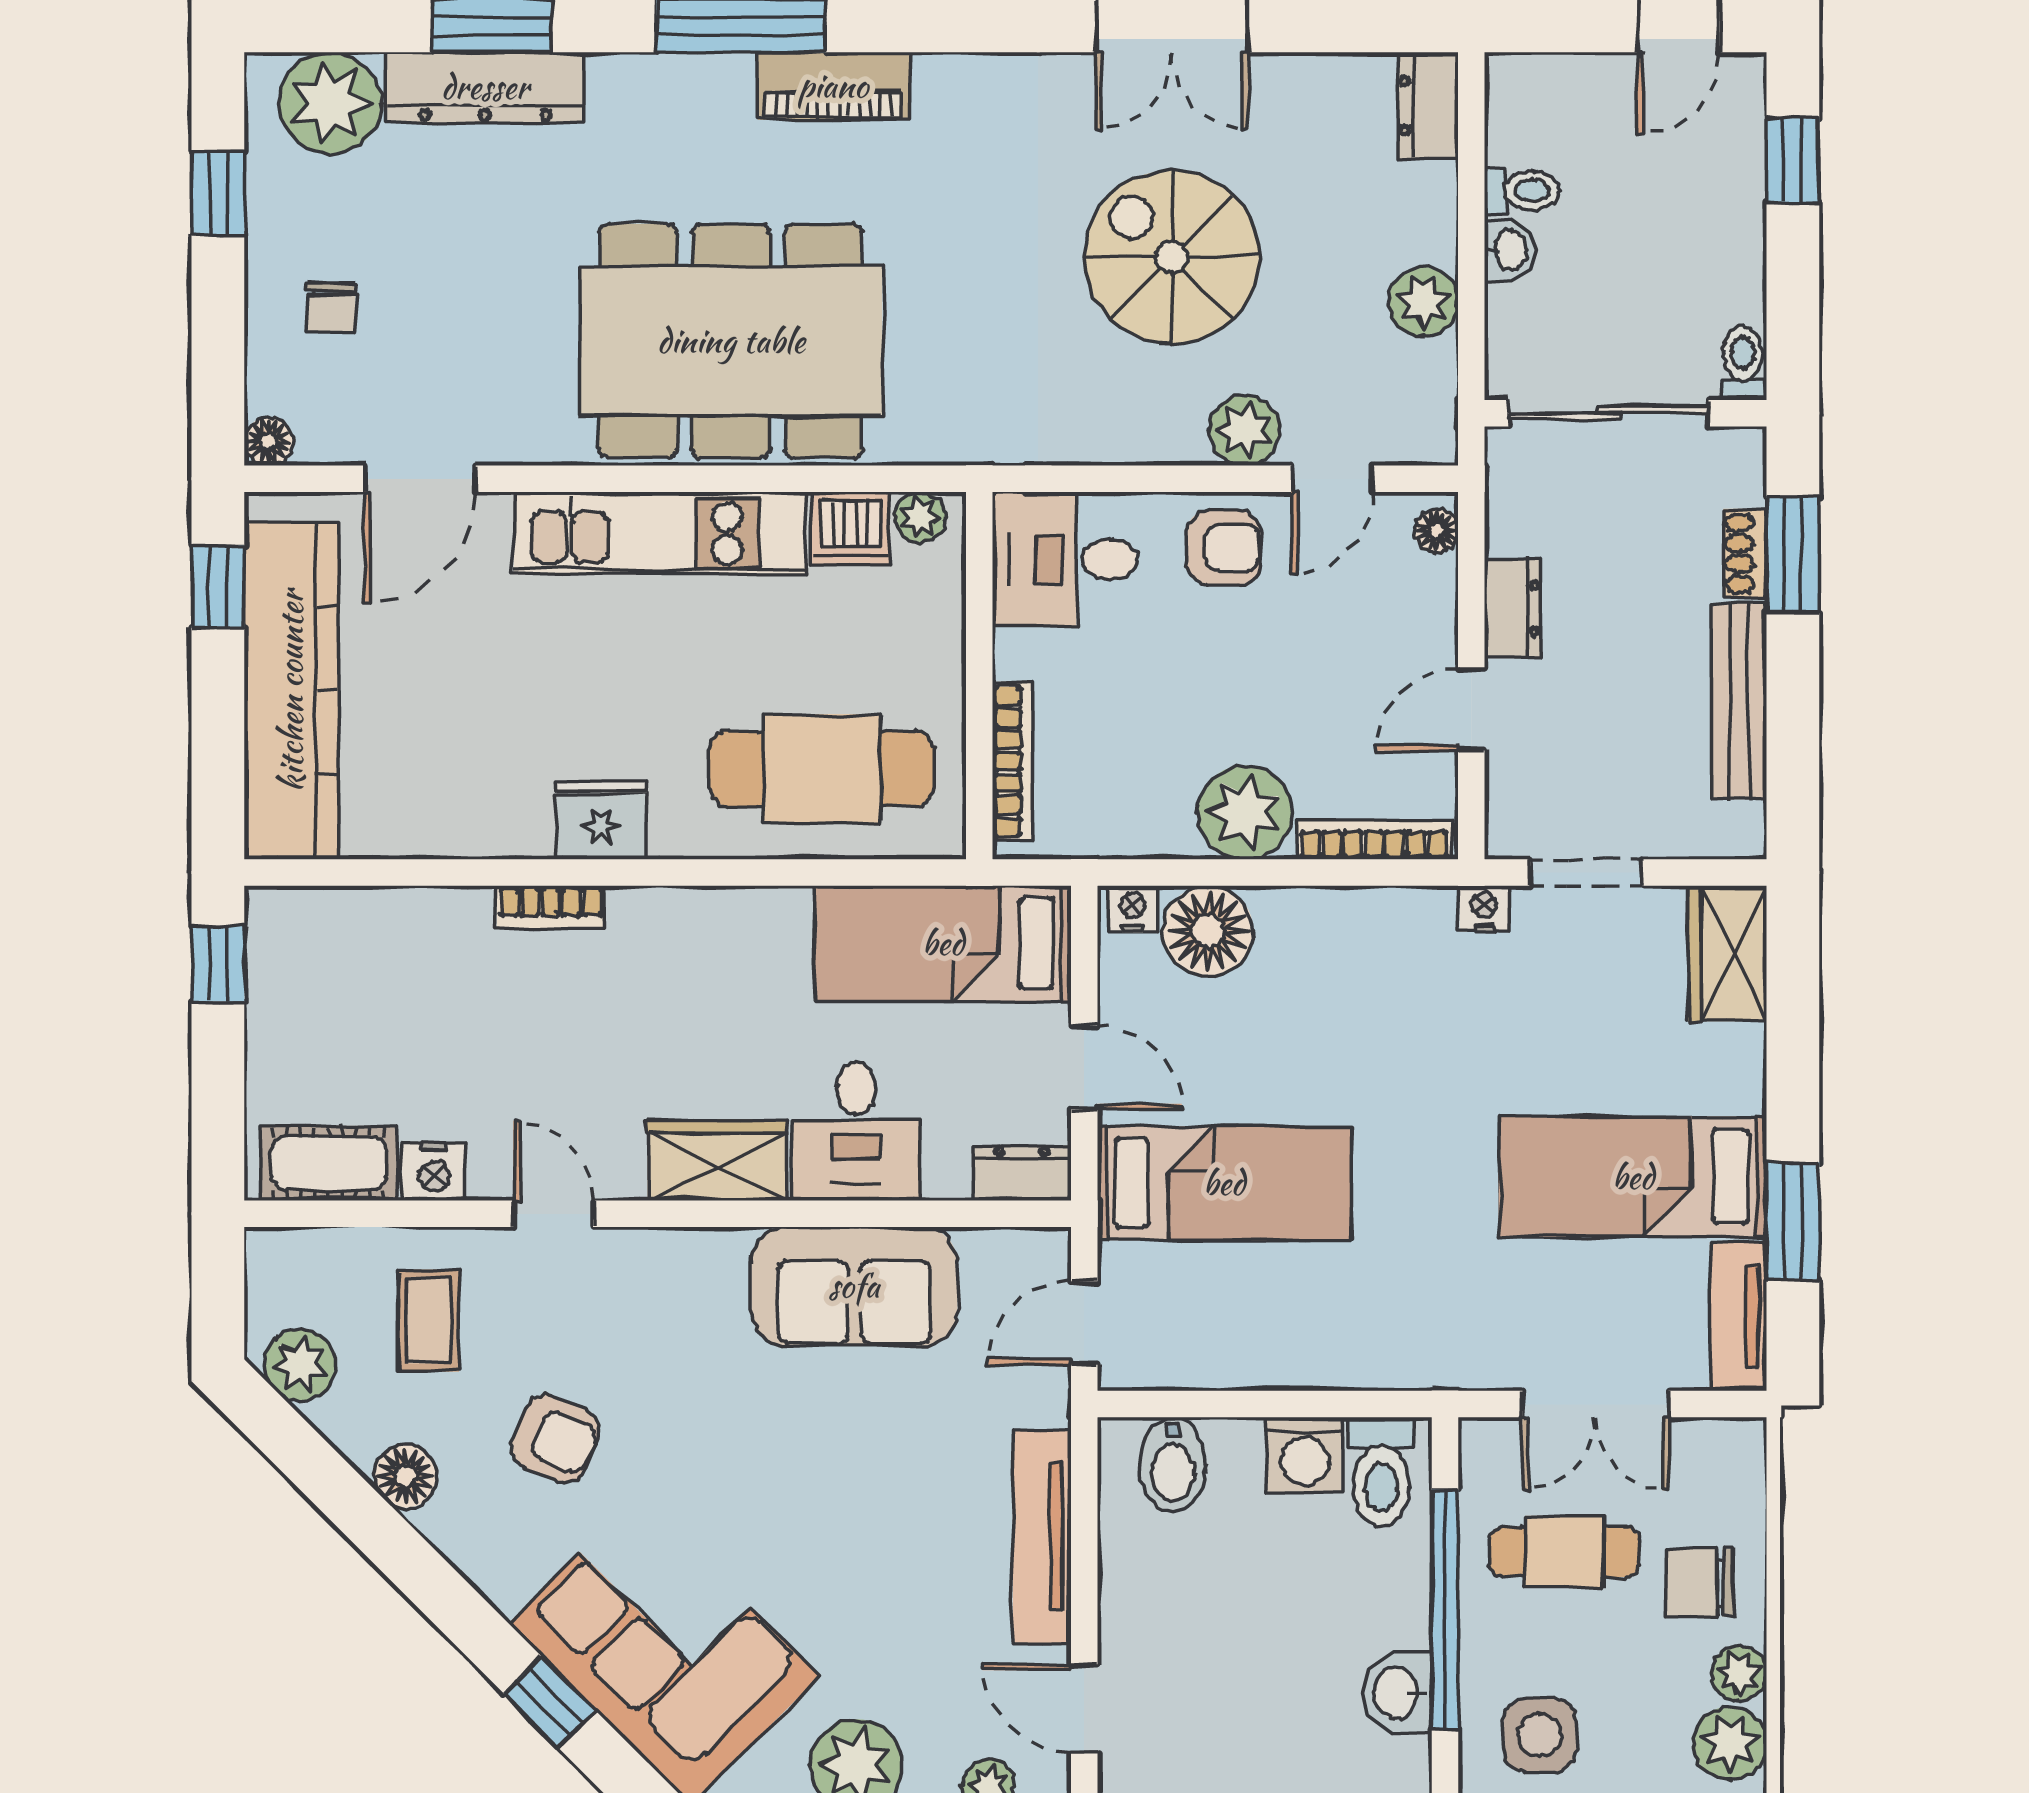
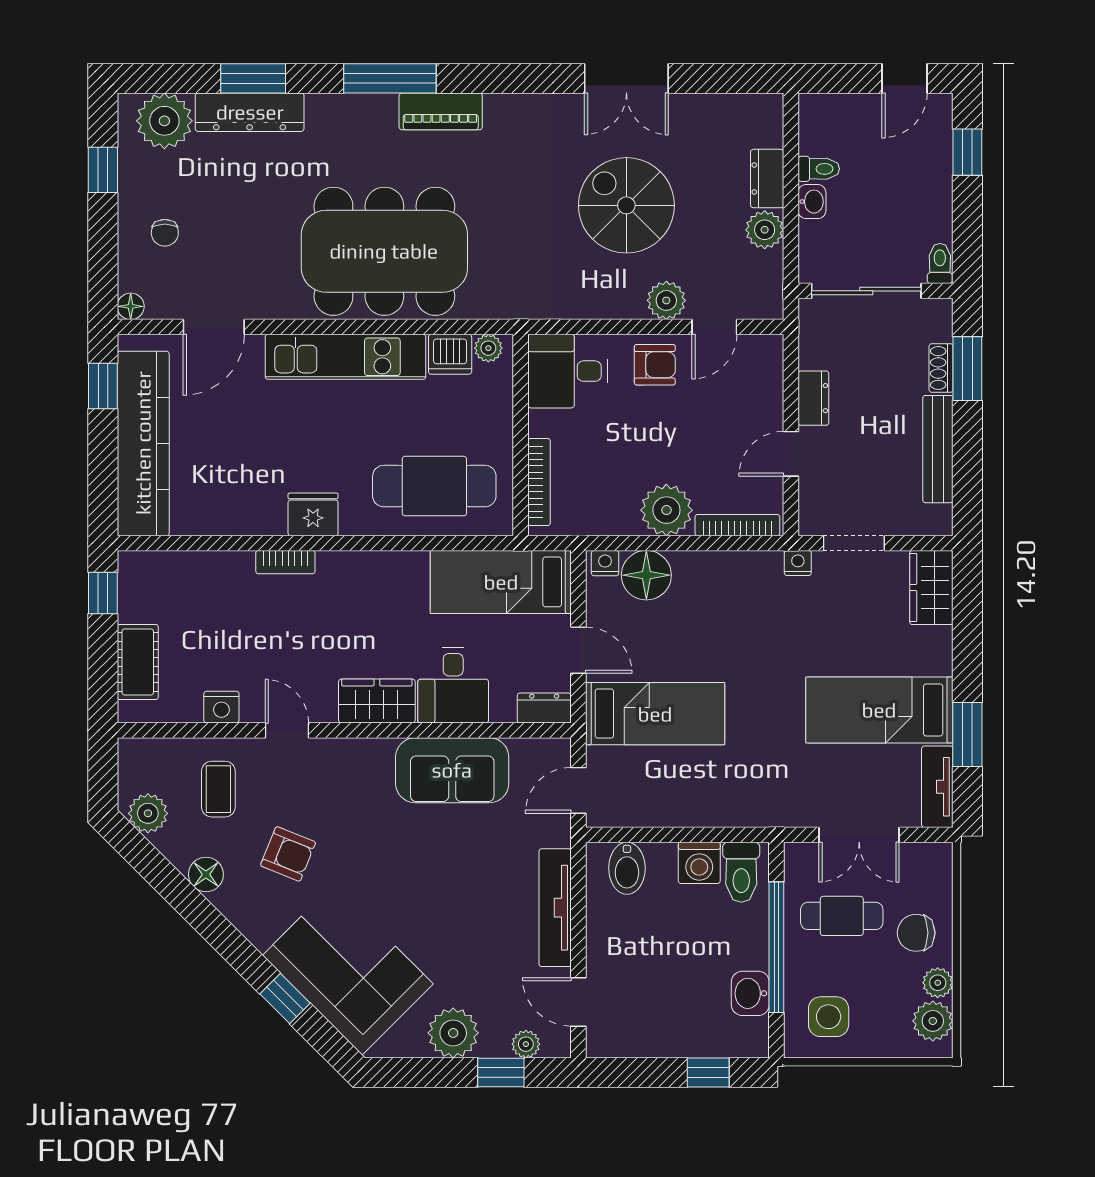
dresser: (1428, 106) -> (767, 179), moved
floor lamp: (1436, 531) -> (772, 355), removed
cot: (328, 1163) -> (138, 662), moved, turned 90

